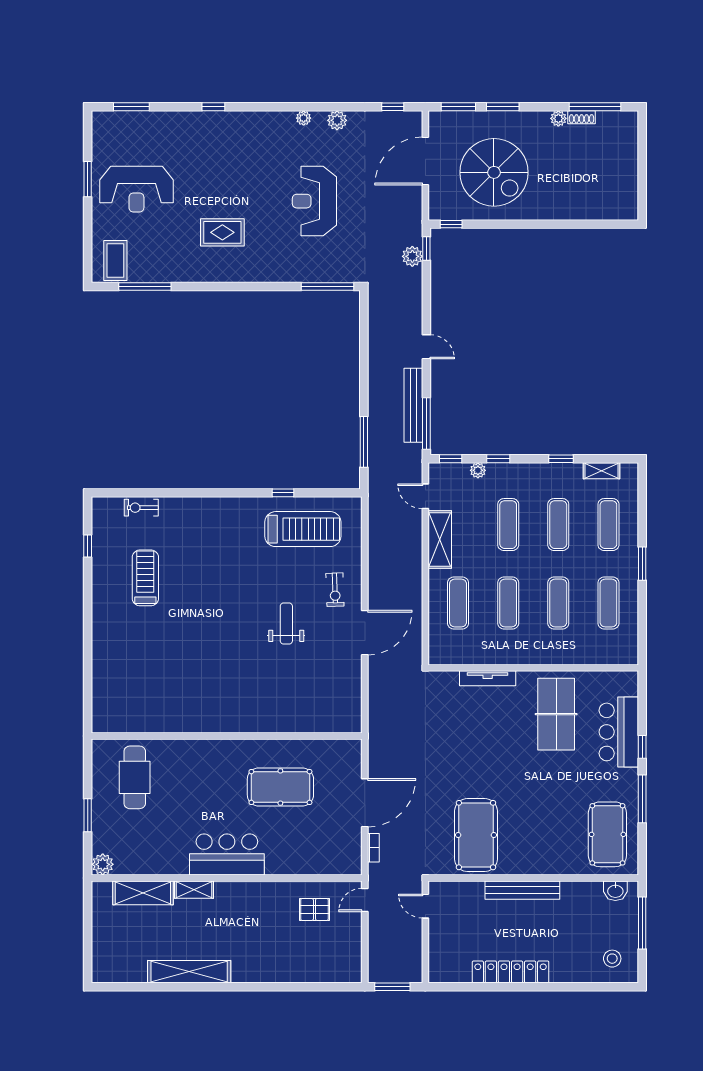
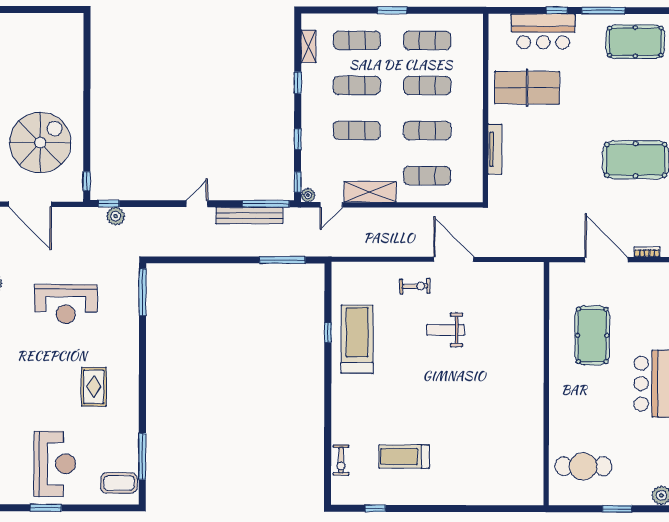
plant: (478, 470) -> (308, 195), moved
treadmill: (303, 529) -> (357, 339), moved

